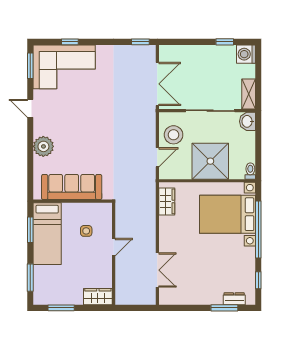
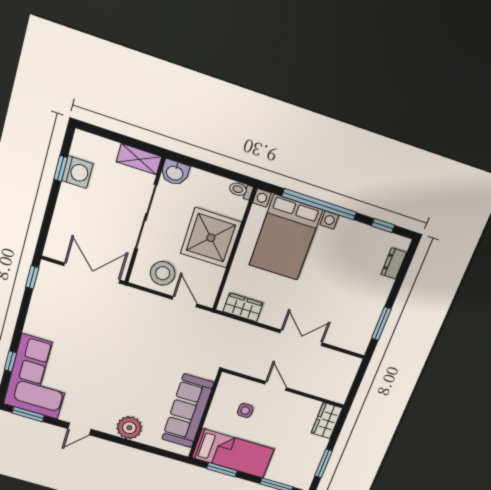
washing machine: (246, 54) -> (77, 172), moved, turned -90
double door: (157, 270) -> (301, 338), moved
window: (224, 308) -> (381, 324), moved

